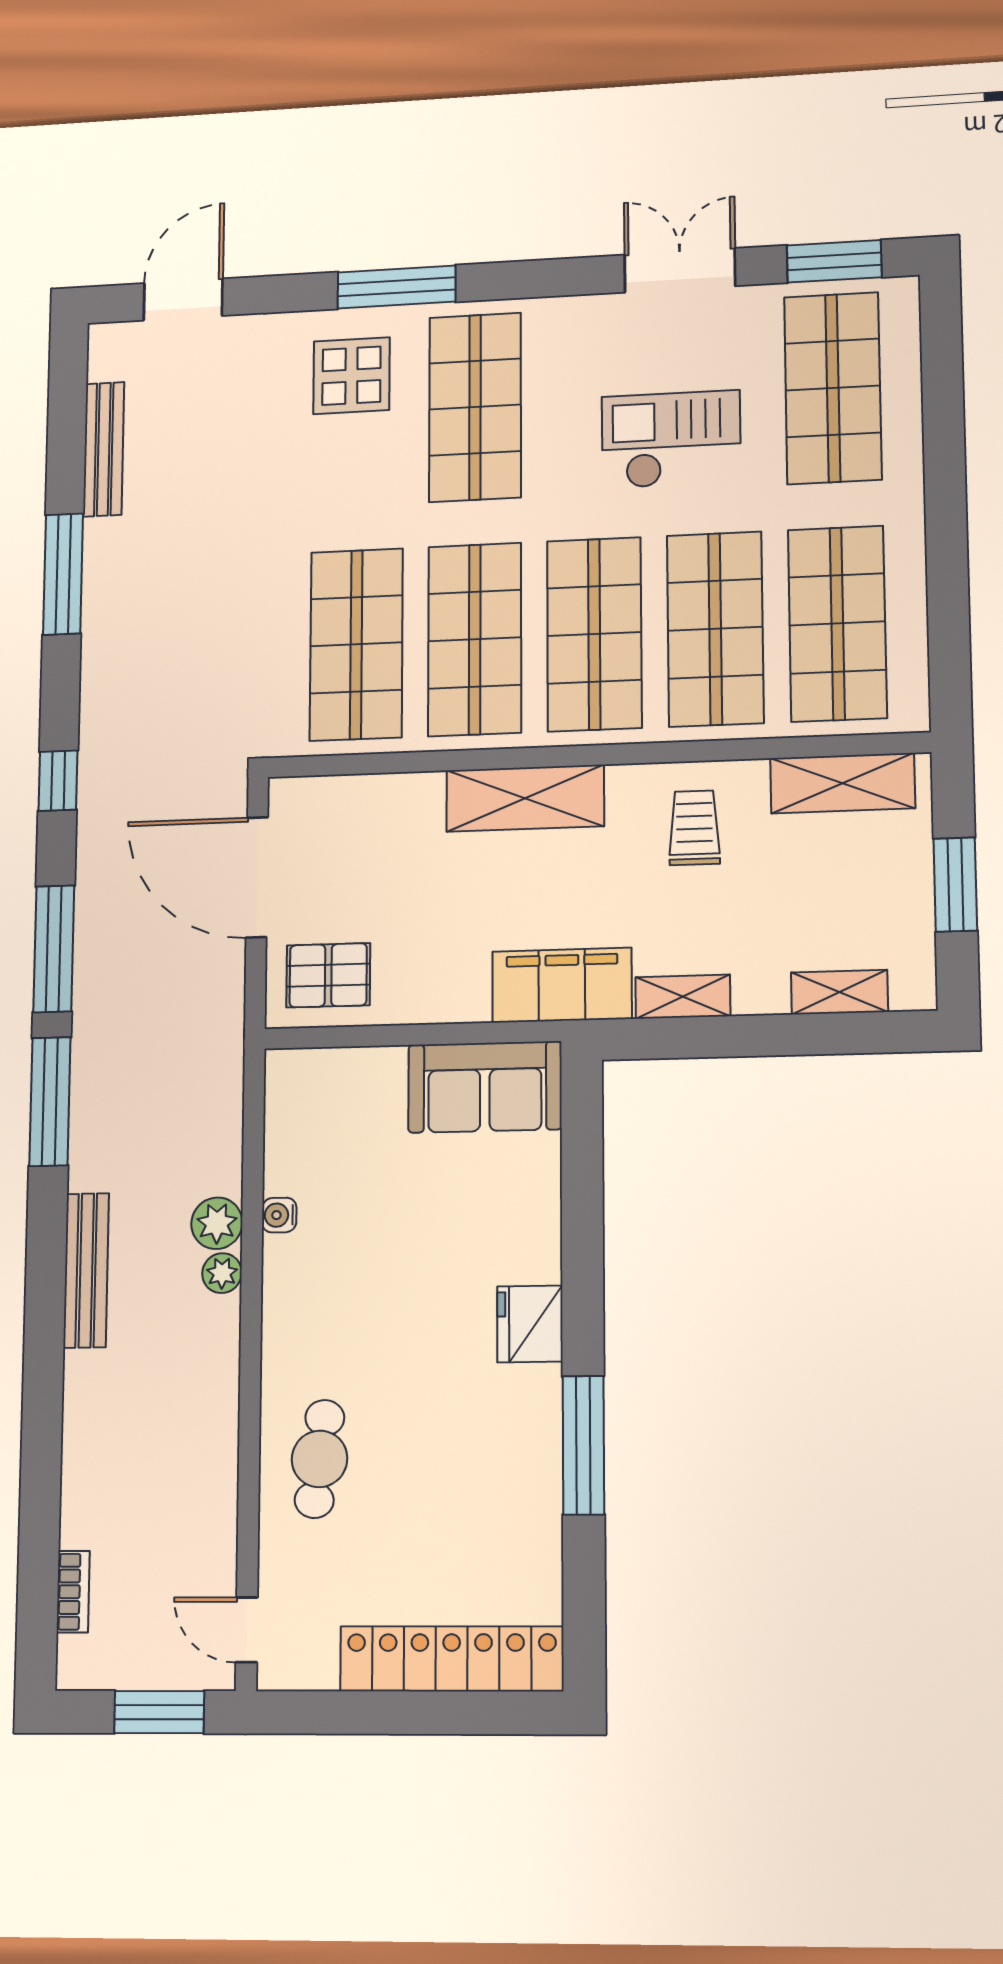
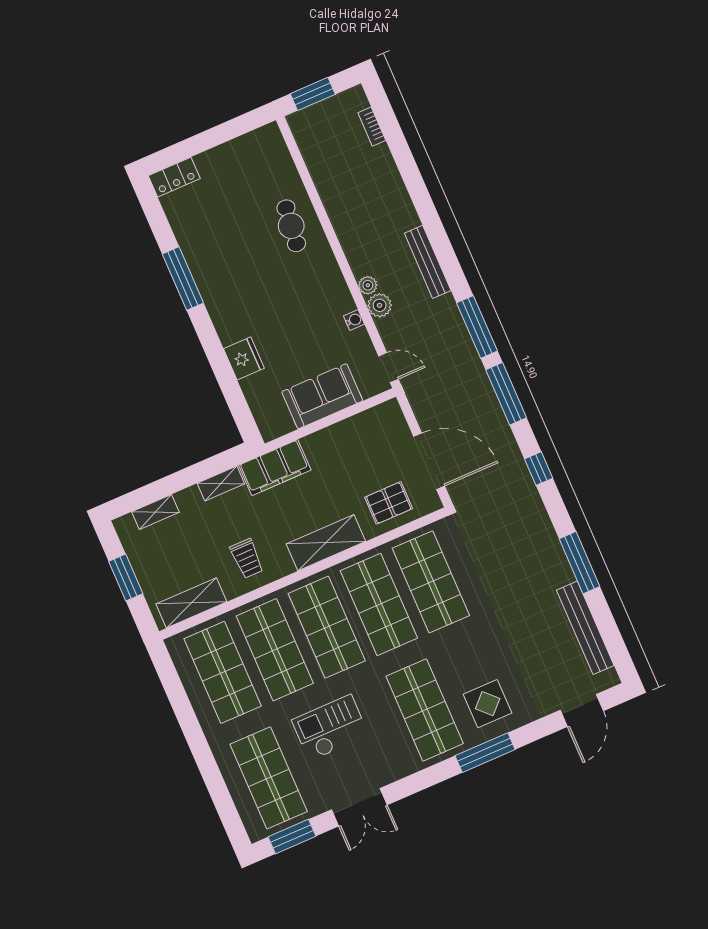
checkout: (671, 440) -> (330, 728), turned 180
bench: (104, 449) -> (585, 628), width x1.37, depth x1.21
pallet: (328, 975) -> (389, 503), moved
sofa: (485, 1087) -> (322, 396), moved
fridge: (530, 1324) -> (244, 358), moved
door: (247, 1630) -> (388, 368), moved
locker: (452, 1659) -> (174, 177), width x0.46, depth x0.83

